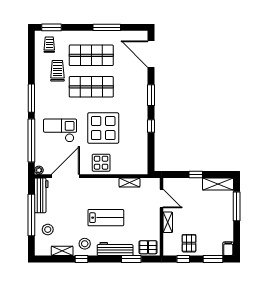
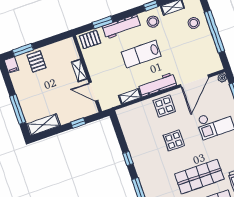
display table: (103, 128) -> (174, 140), width x0.54, depth x0.54
window: (196, 174) -> (78, 123), moved
workbench: (41, 195) -> (157, 85), moved, turned 90
pallet: (189, 243) -> (36, 61), moved
window: (183, 259) -> (52, 40), removed

